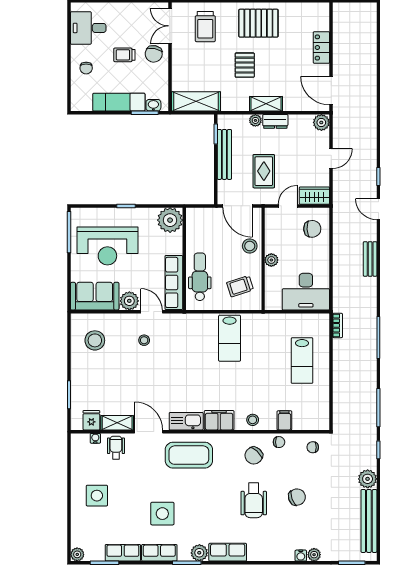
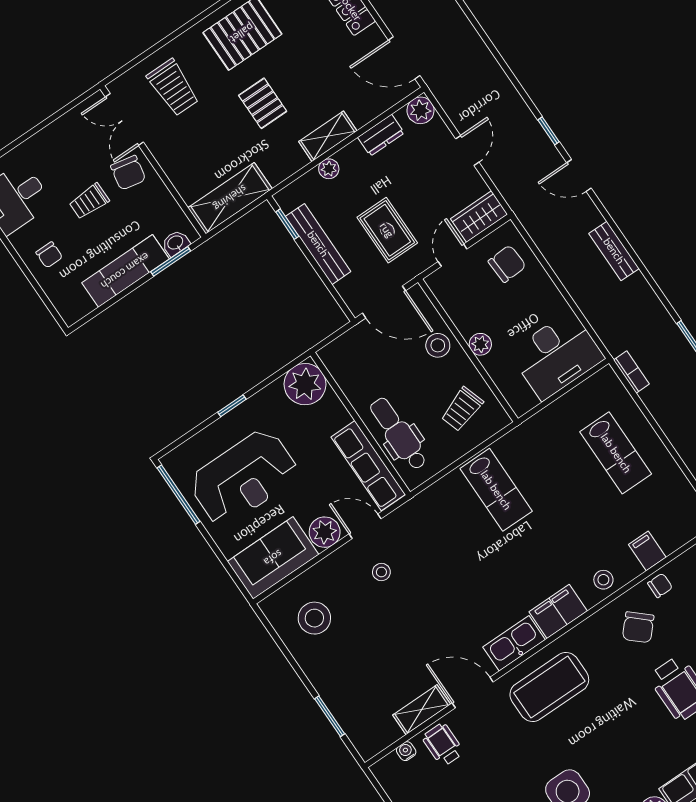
dresser: (275, 121) -> (381, 135), moved
fridge: (91, 420) -> (384, 730), removed

